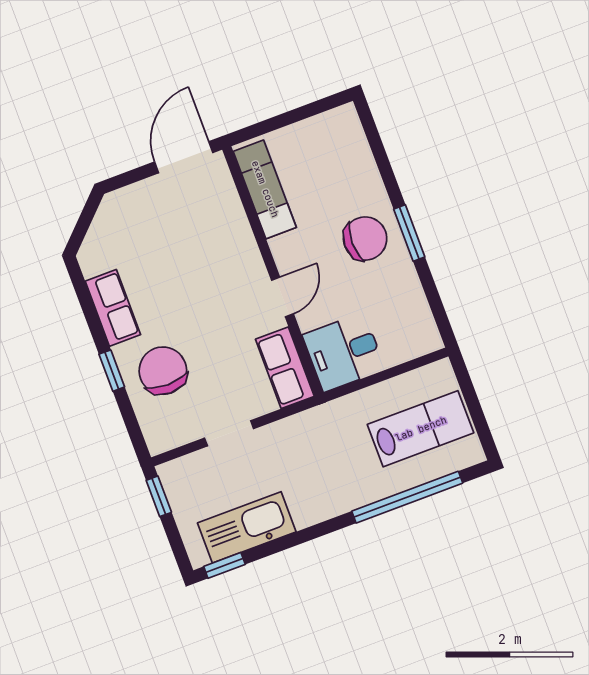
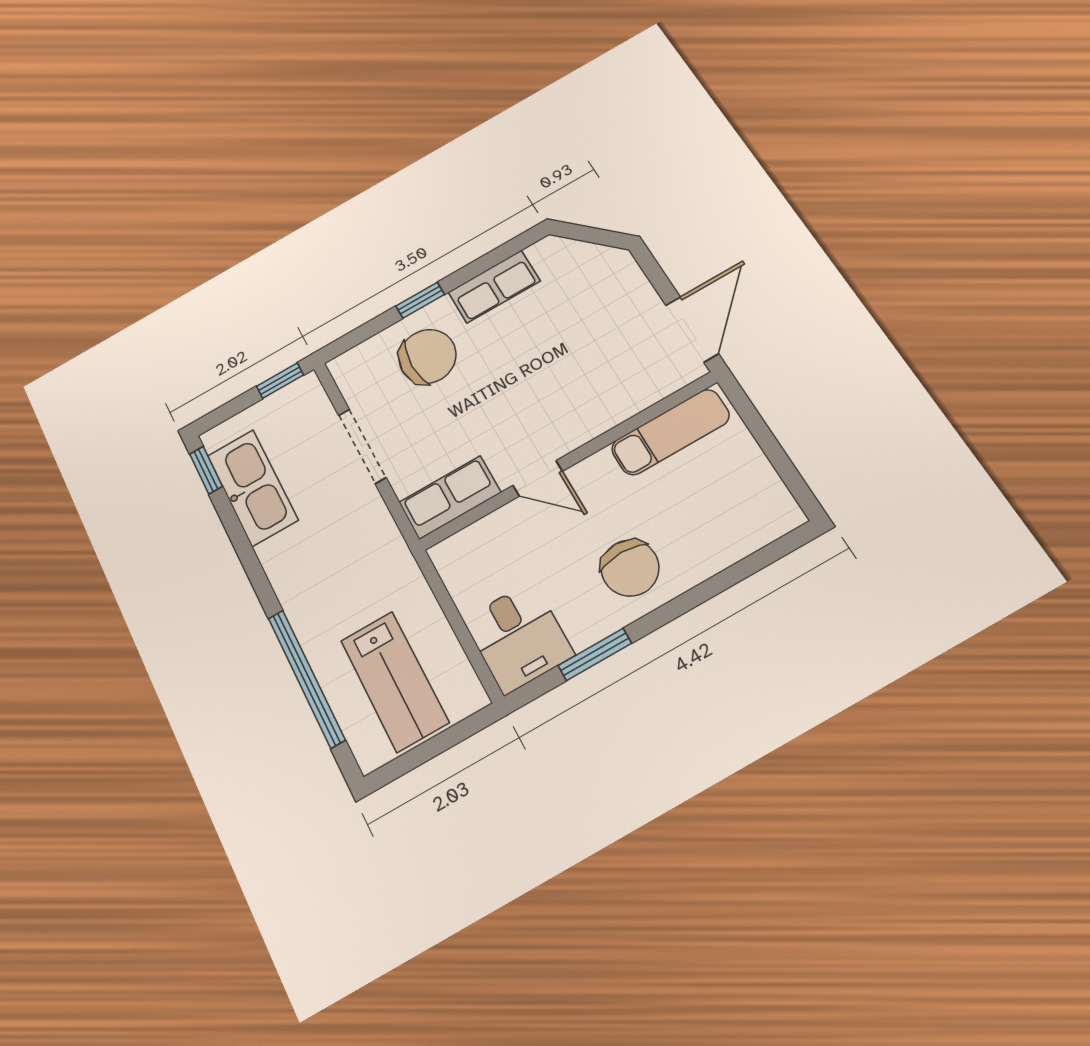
door: (184, 157) -> (692, 329), hinge flipped
window: (409, 233) -> (595, 654), moved
desk: (344, 352) -> (518, 637), moved, turned 180
doorway: (229, 433) -> (362, 446), width x1.38

